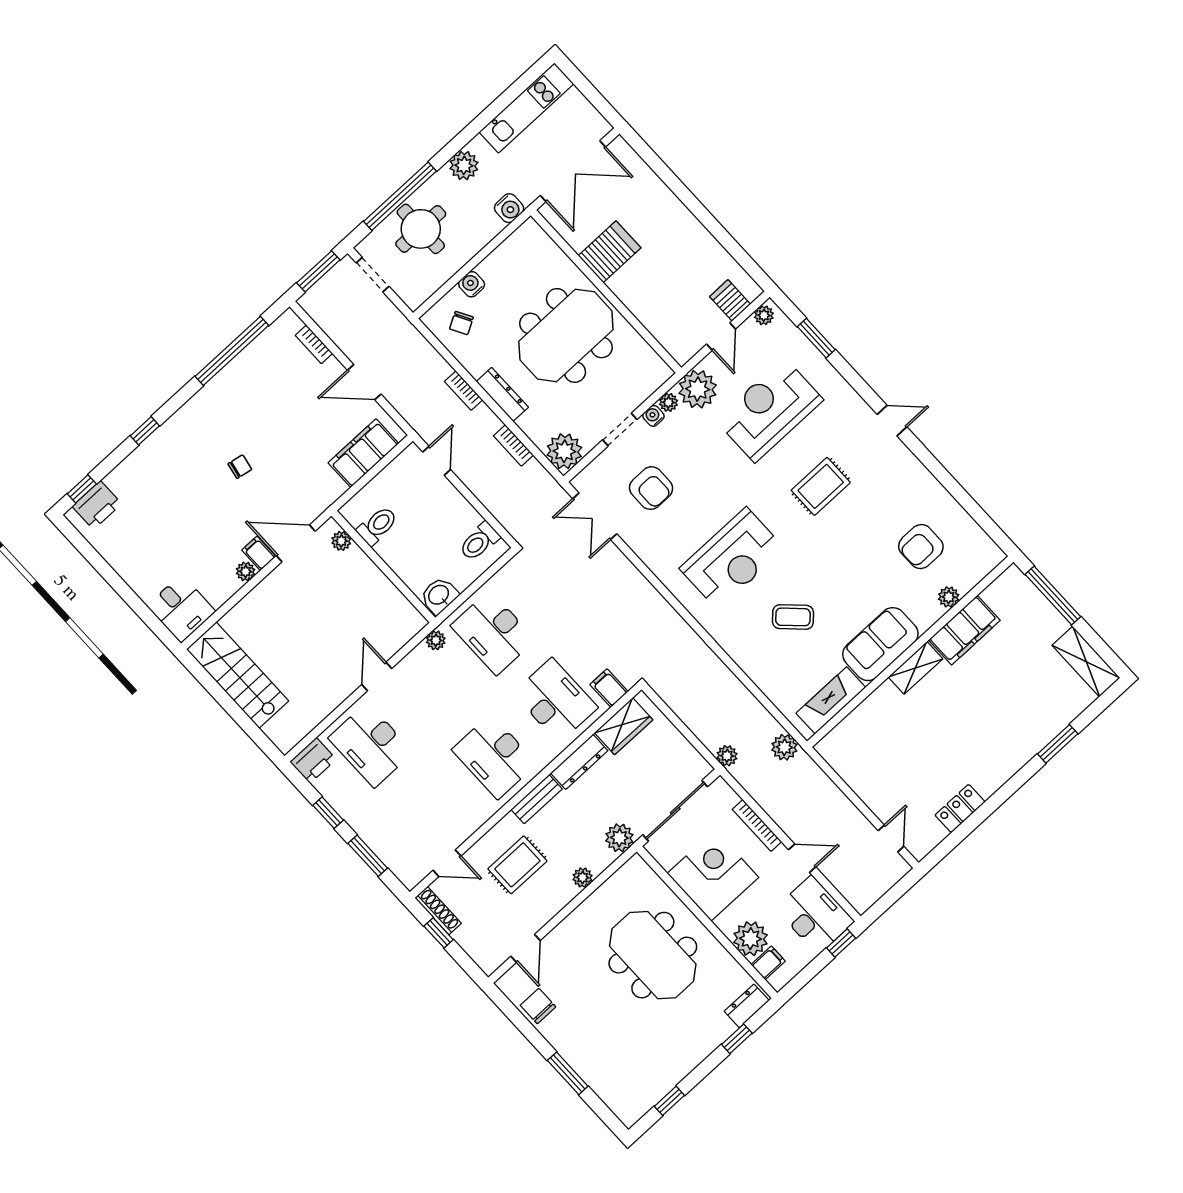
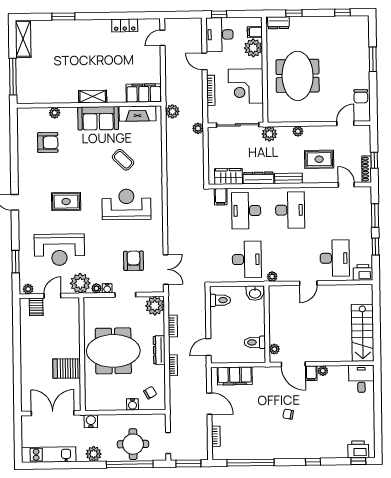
filing cabinet: (964, 630) -> (144, 93), moved

